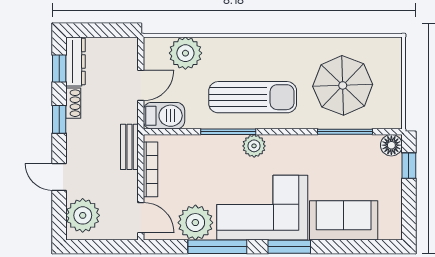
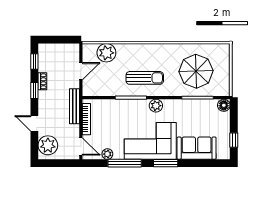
dresser: (75, 61) -> (44, 58), removed
sun lounger: (253, 97) -> (145, 78), width x0.73, depth x0.75
barbecue: (164, 116) -> (94, 88), removed
plant: (254, 146) -> (156, 106), moved
bench: (129, 147) -> (74, 106), width x1.36
window: (409, 166) -> (234, 140), moved
plant: (195, 223) -> (107, 154), width x0.53, depth x0.53

